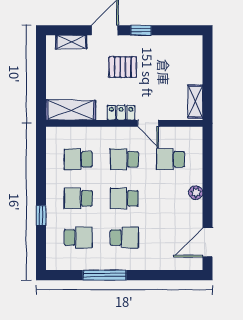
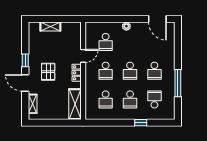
shelving: (195, 102) -> (50, 26), moved
school desk: (124, 238) -> (154, 71), turned 180

